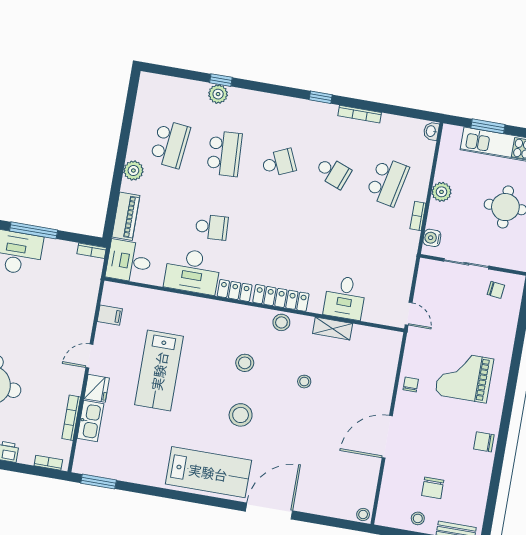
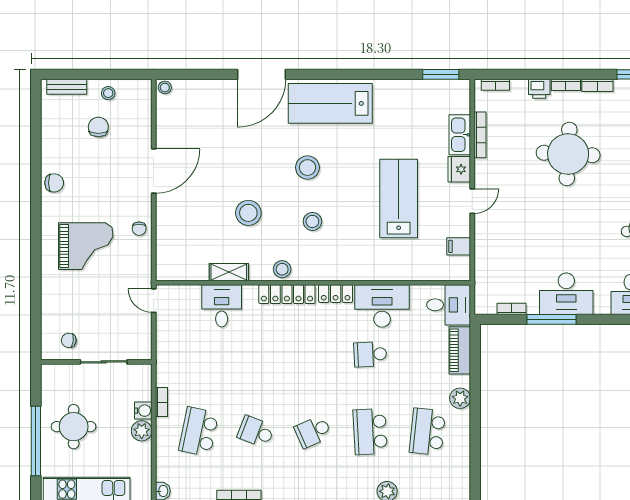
water cooler: (432, 238) -> (143, 411), moved
bookcase: (92, 251) -> (511, 309), moved
stool: (304, 382) -> (248, 213), width x1.89, depth x1.89

